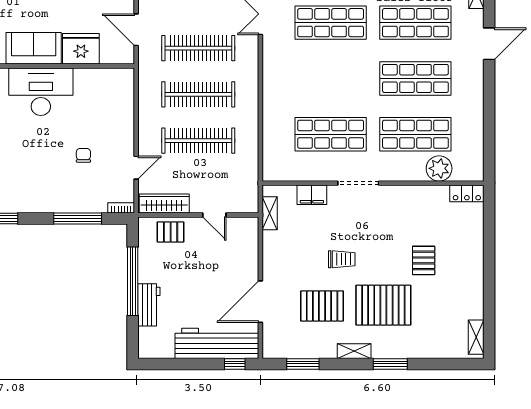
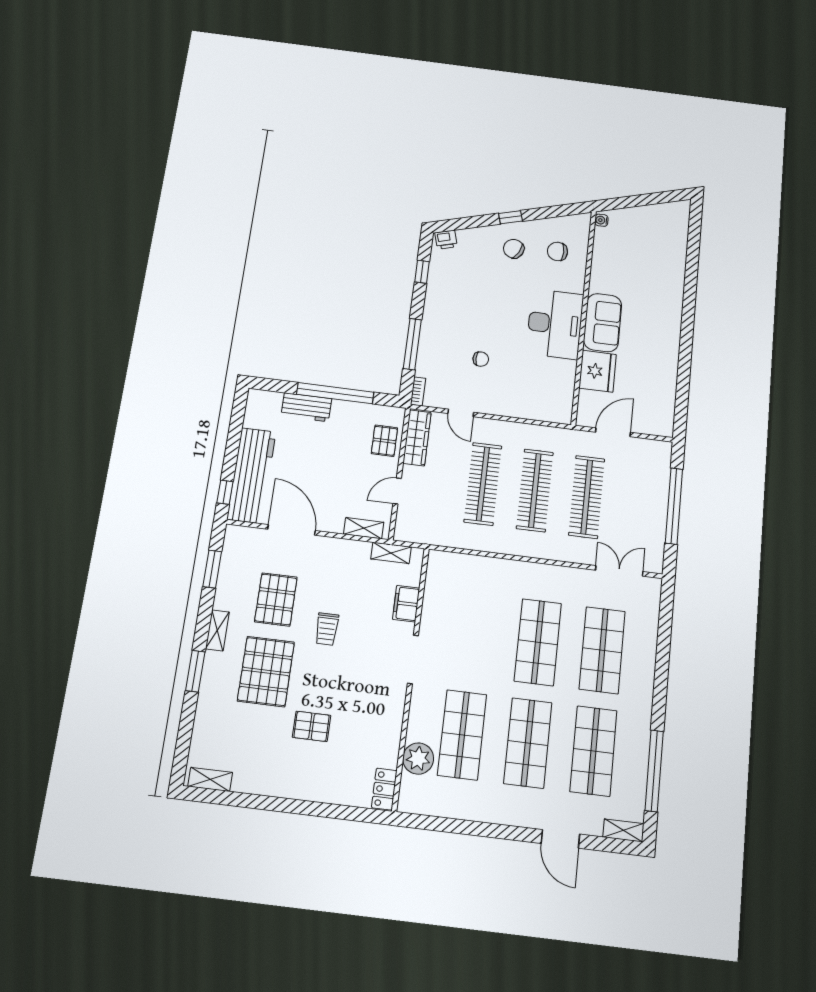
shop shelf: (331, 134) -> (538, 642), moved
shelving: (251, 240) -> (364, 528), added

